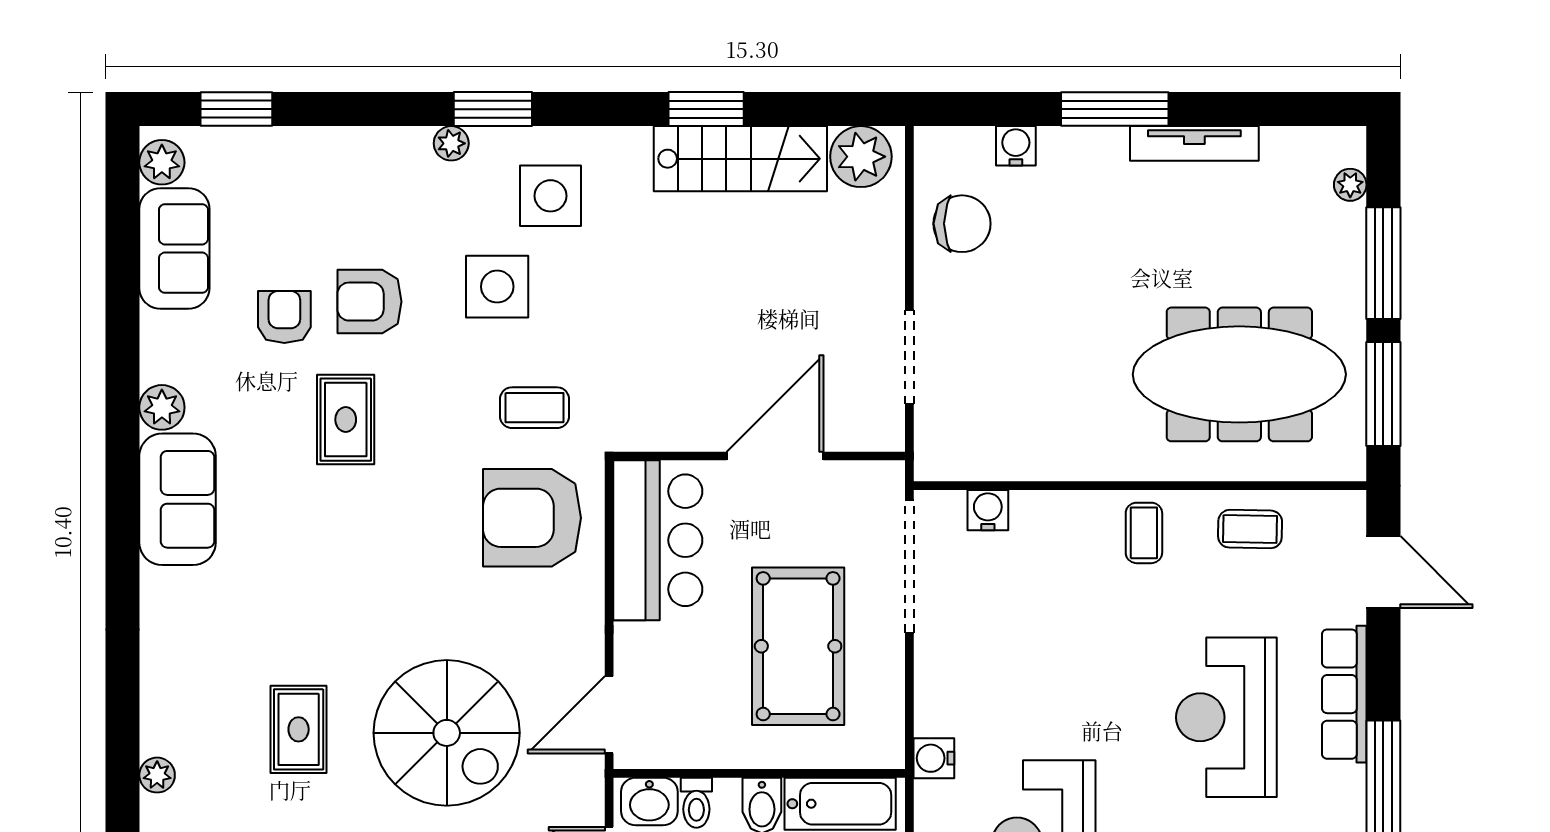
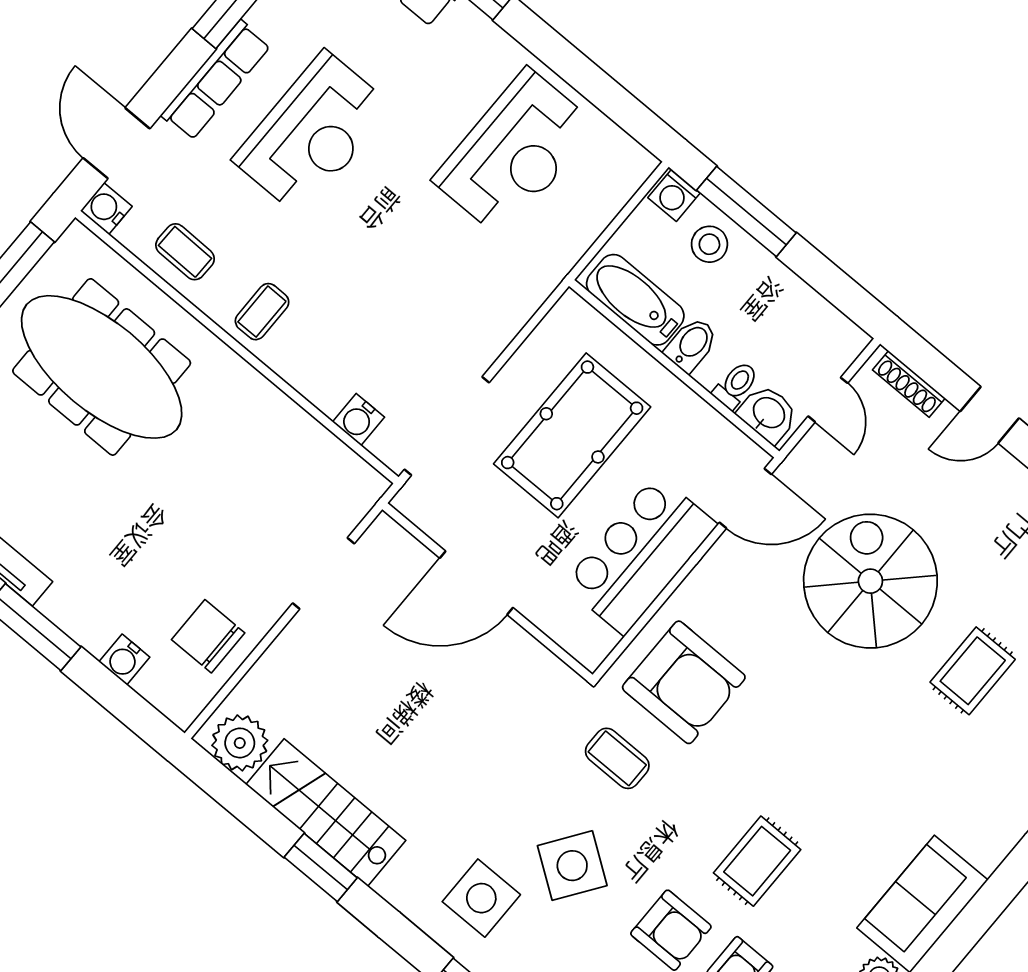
side table: (497, 287) -> (572, 866), turned 35
bar counter: (658, 540) -> (640, 555), moved
water cooler: (934, 758) -> (106, 209), moved, turned 180

